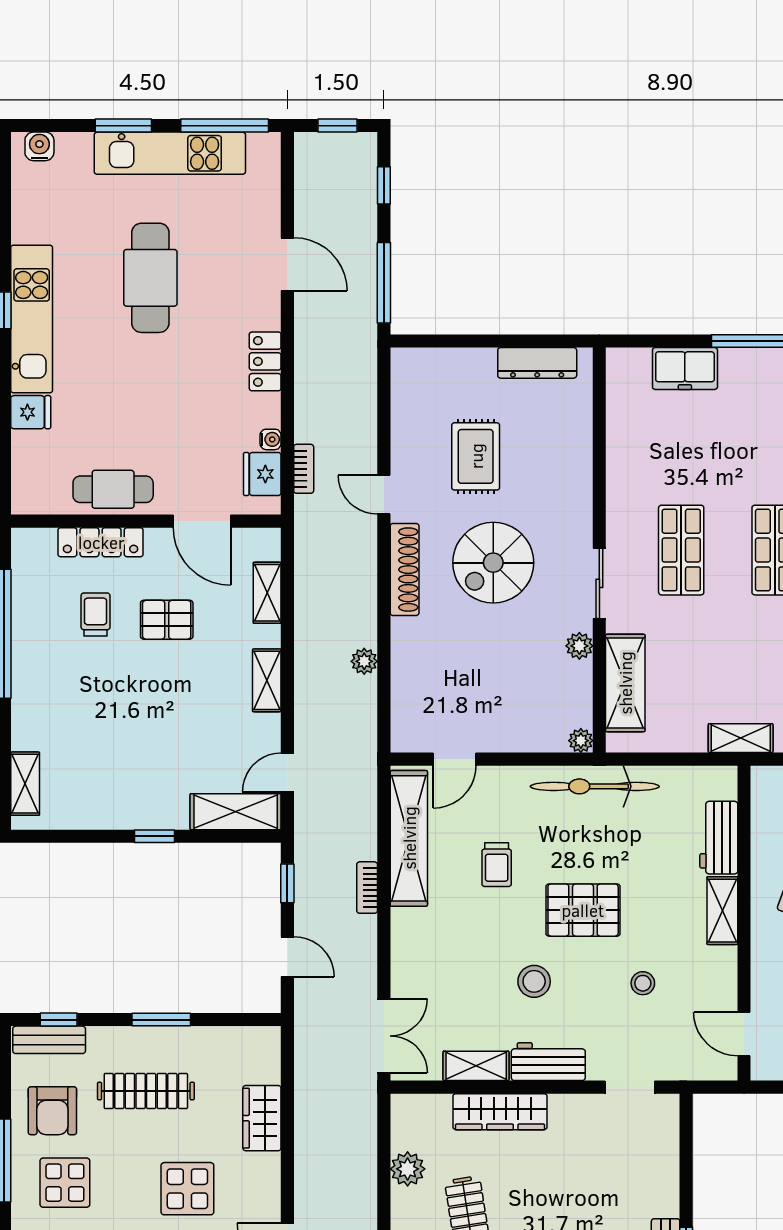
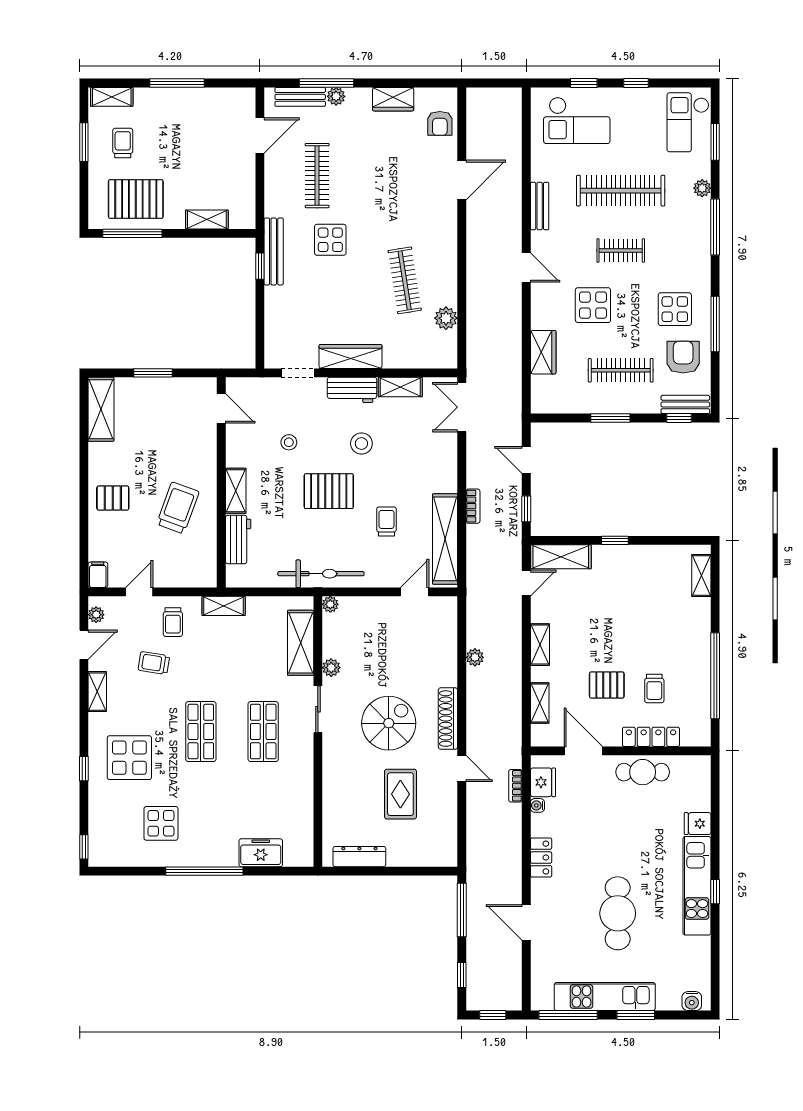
wardrobe: (500, 1112) -> (350, 357), moved

